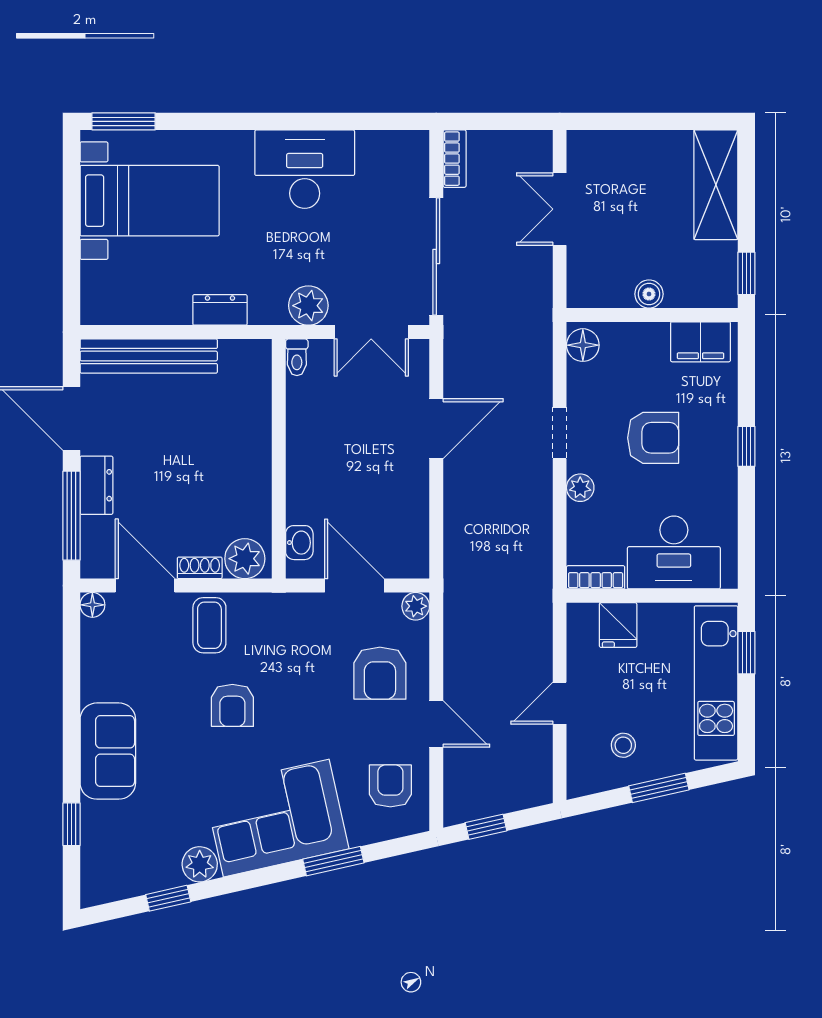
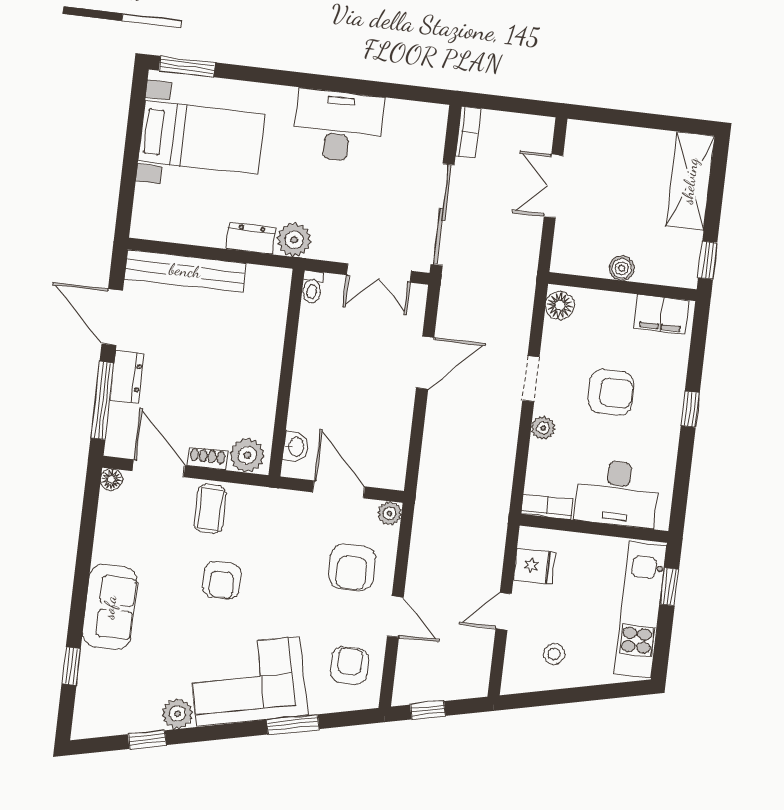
plant: (308, 306) -> (294, 240), moved
fridge: (618, 625) -> (534, 566), moved, turned -90
window: (659, 788) -> (580, 694), removed

